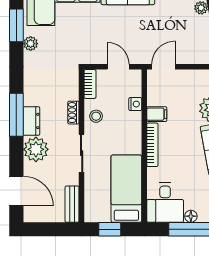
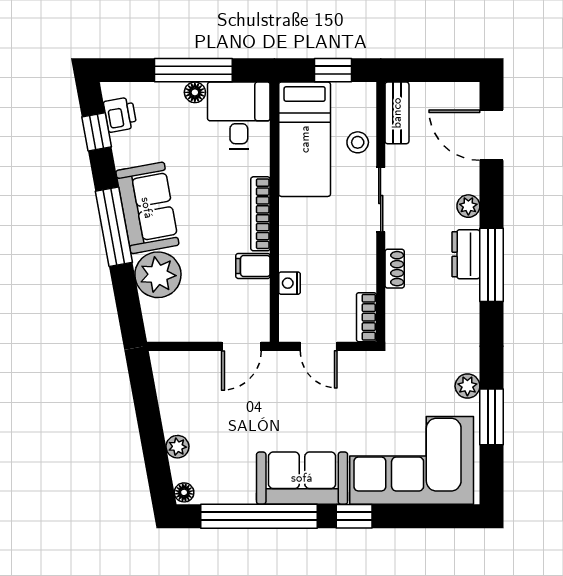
stool: (96, 116) -> (358, 142), moved
plant: (36, 149) -> (468, 206), width x0.53, depth x0.53

